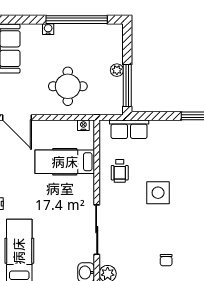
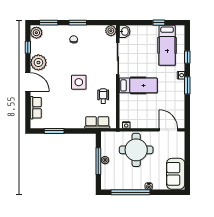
round table: (68, 86) -> (136, 150), width x1.36, depth x1.36
window: (127, 86) -> (98, 161), moved
hospital bed: (65, 162) -> (138, 85), moved

